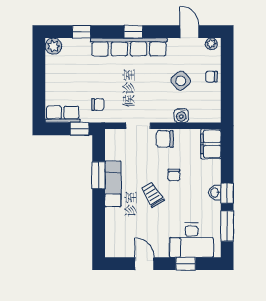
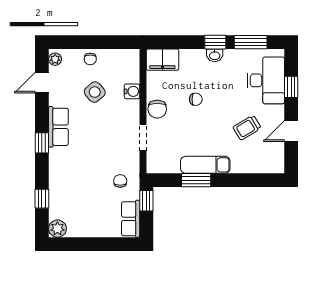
row of seats: (129, 47) -> (58, 127), width x0.50
trolley: (152, 195) -> (247, 128), moved

